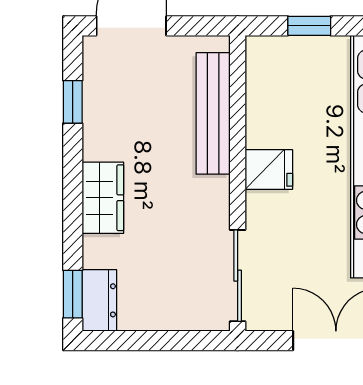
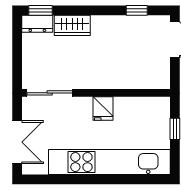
bench: (213, 113) -> (131, 81), removed
wardrobe: (103, 198) -> (72, 25), moved

